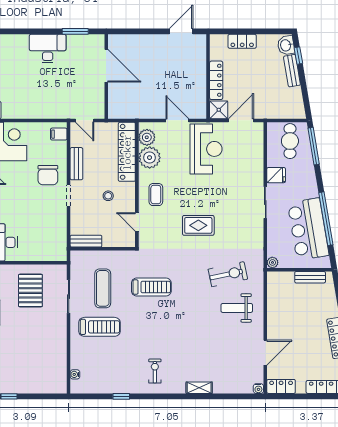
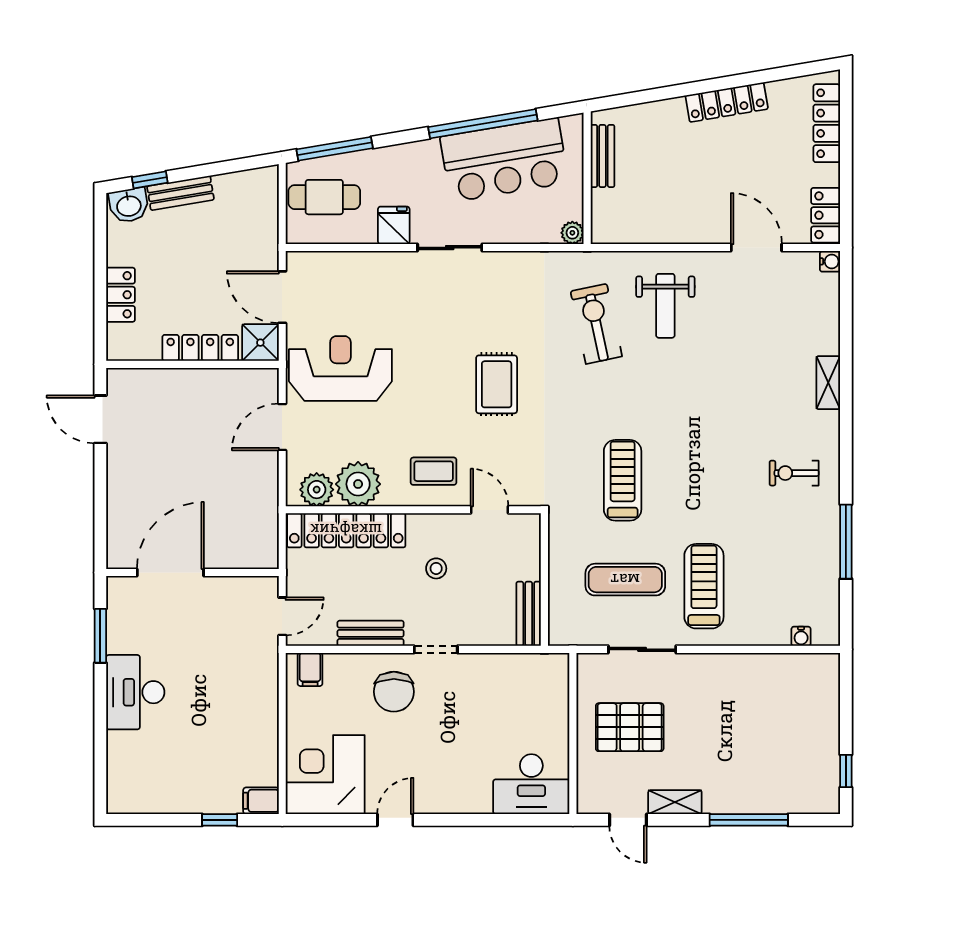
chair: (48, 175) -> (394, 692), turned 90
door: (137, 222) -> (490, 510), swing flipped
window: (121, 396) -> (846, 542), width x2.17

